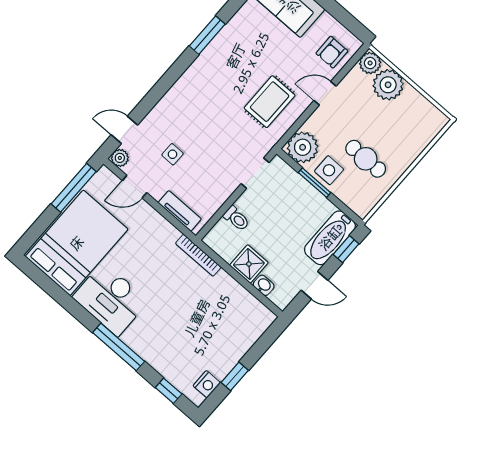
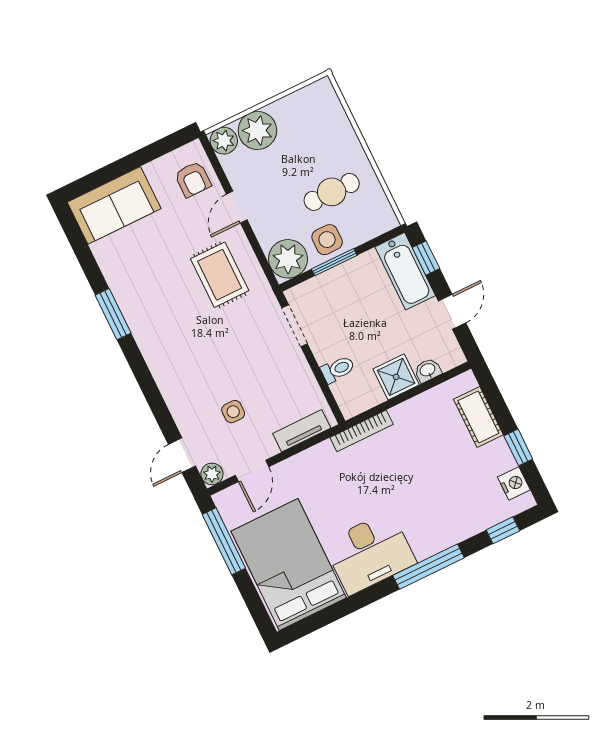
cot: (245, 337) -> (478, 417), added

